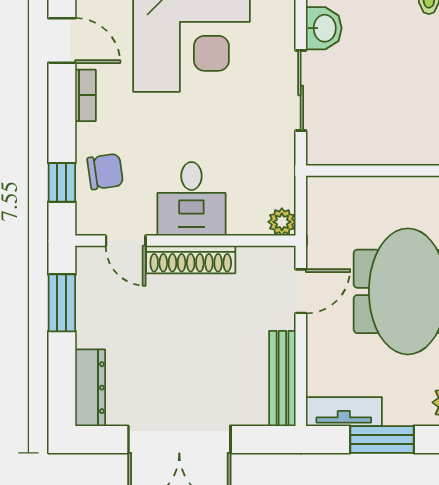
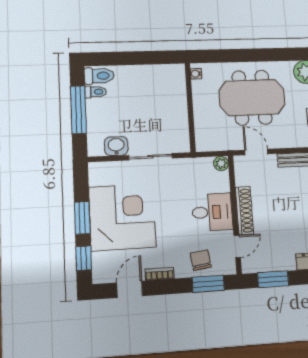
window: (62, 182) -> (208, 284), width x1.50

